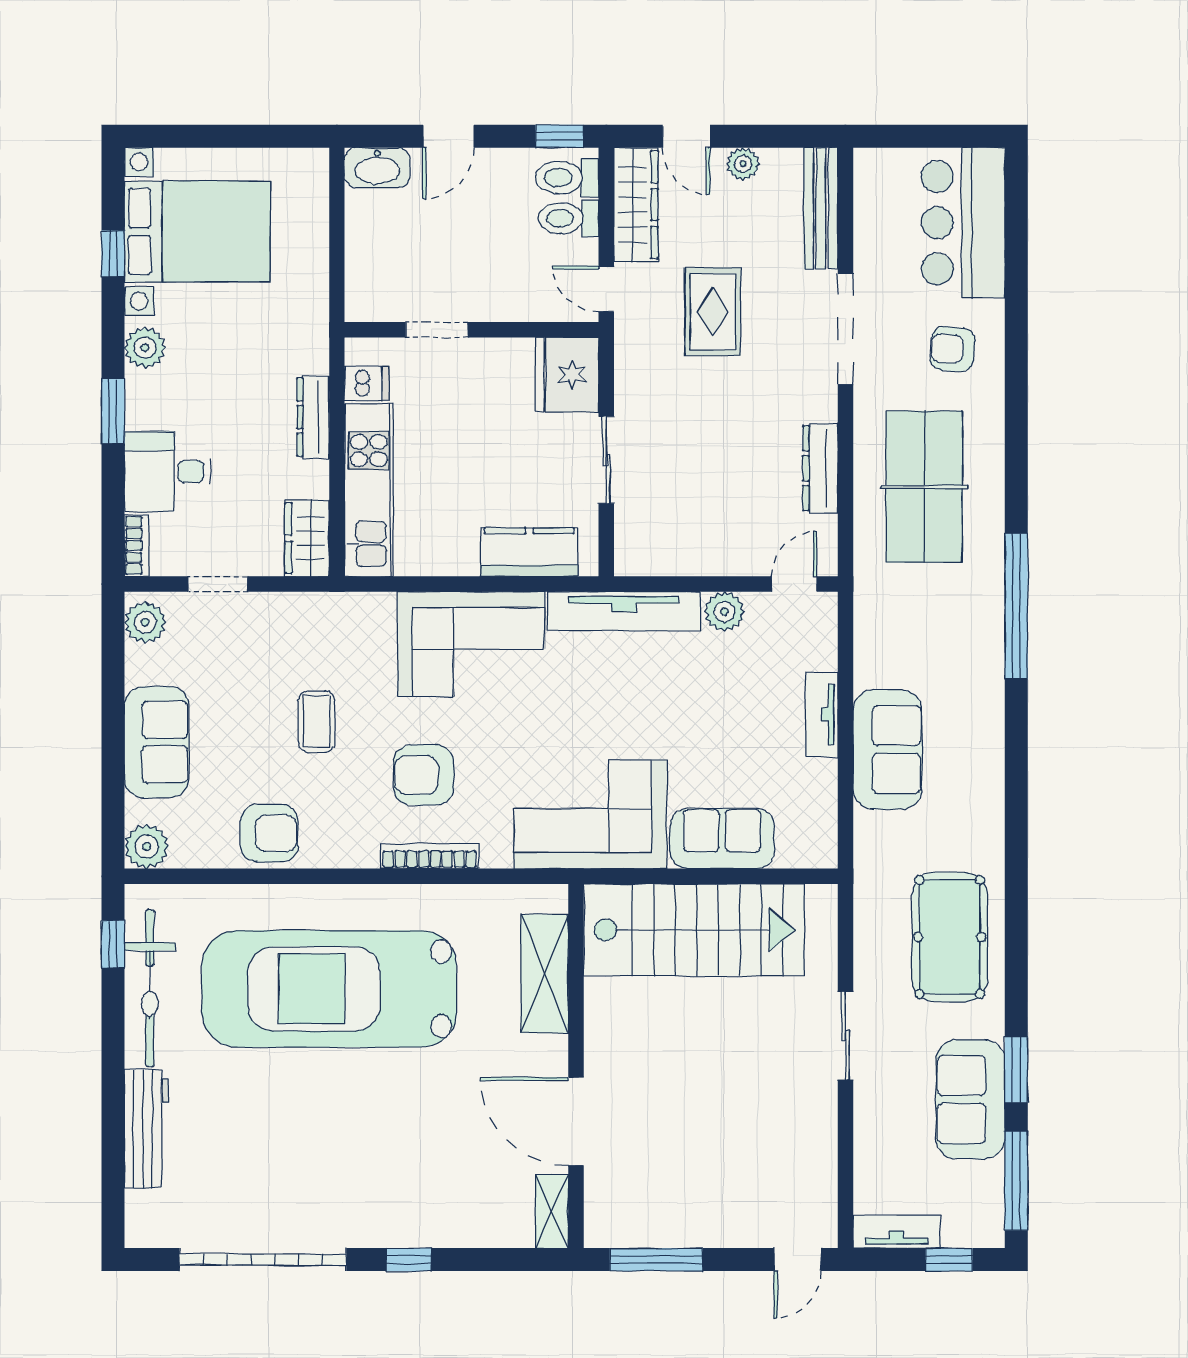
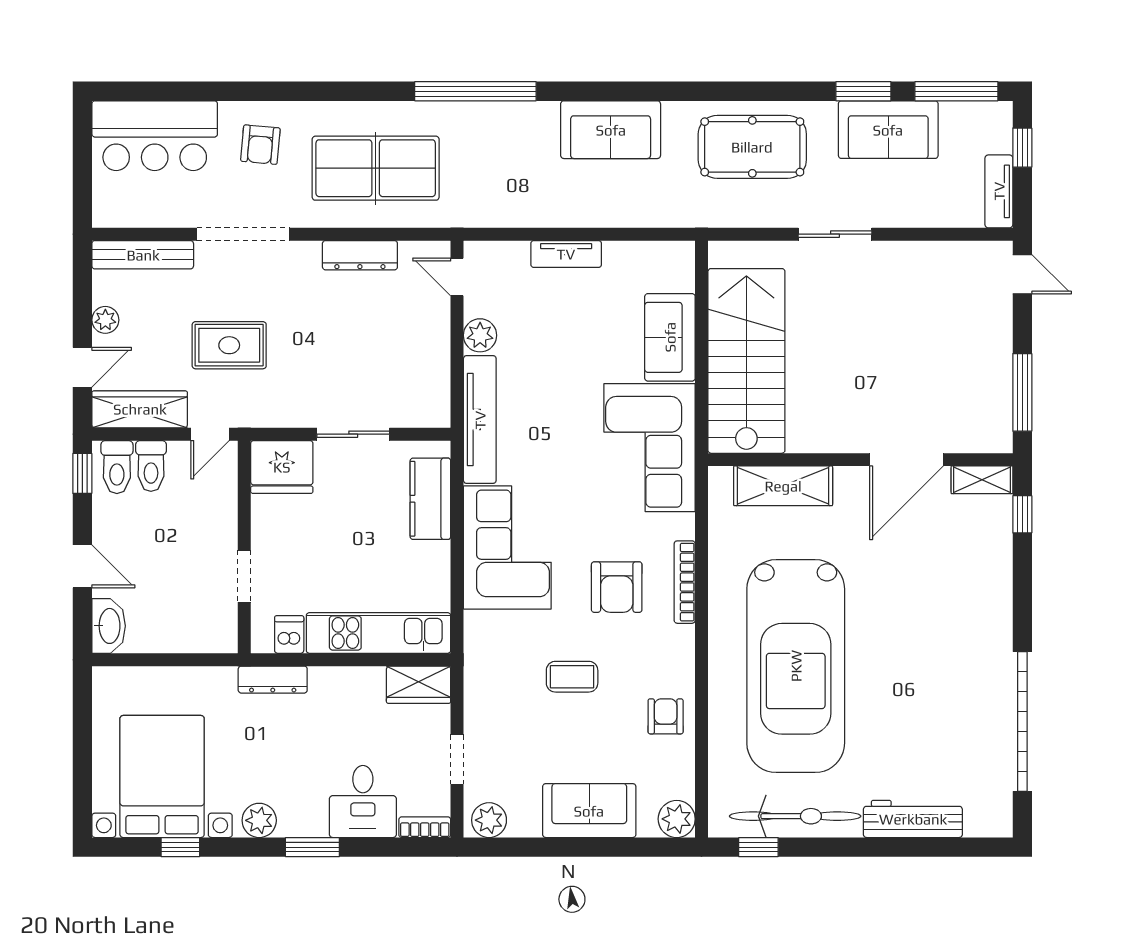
dresser: (313, 417) -> (273, 680), moved
sofa: (888, 750) -> (611, 130), moved, turned 180
armchair: (269, 833) -> (666, 716), width x0.72, depth x0.72
window: (409, 1260) -> (1022, 514), moved

